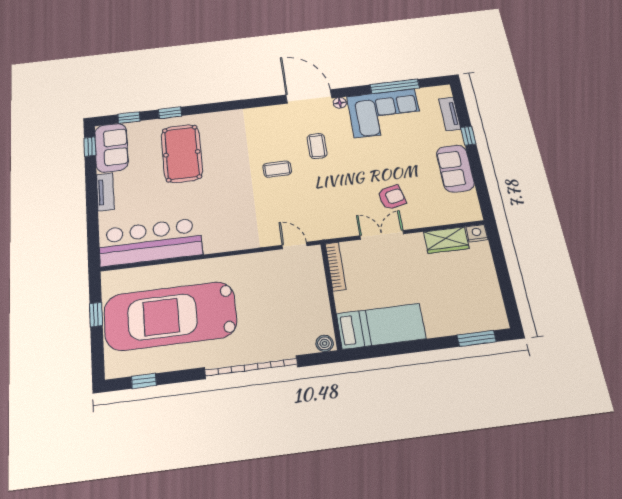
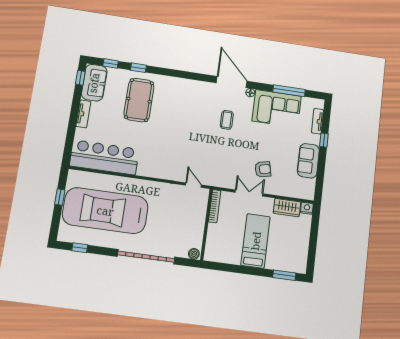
coffee table: (277, 169) -> (197, 129), removed
bed: (381, 326) -> (256, 241), moved, turned -90

